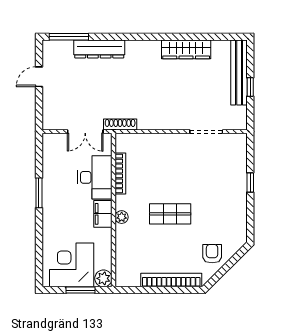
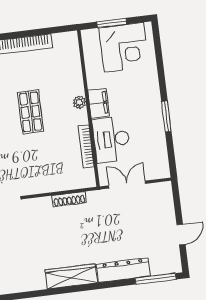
wardrobe: (186, 49) -> (71, 276), moved
shoe rack: (120, 124) -> (69, 199), moved
shop shelf: (170, 214) -> (31, 112), turned 90
plant: (103, 278) -> (90, 38), removed

